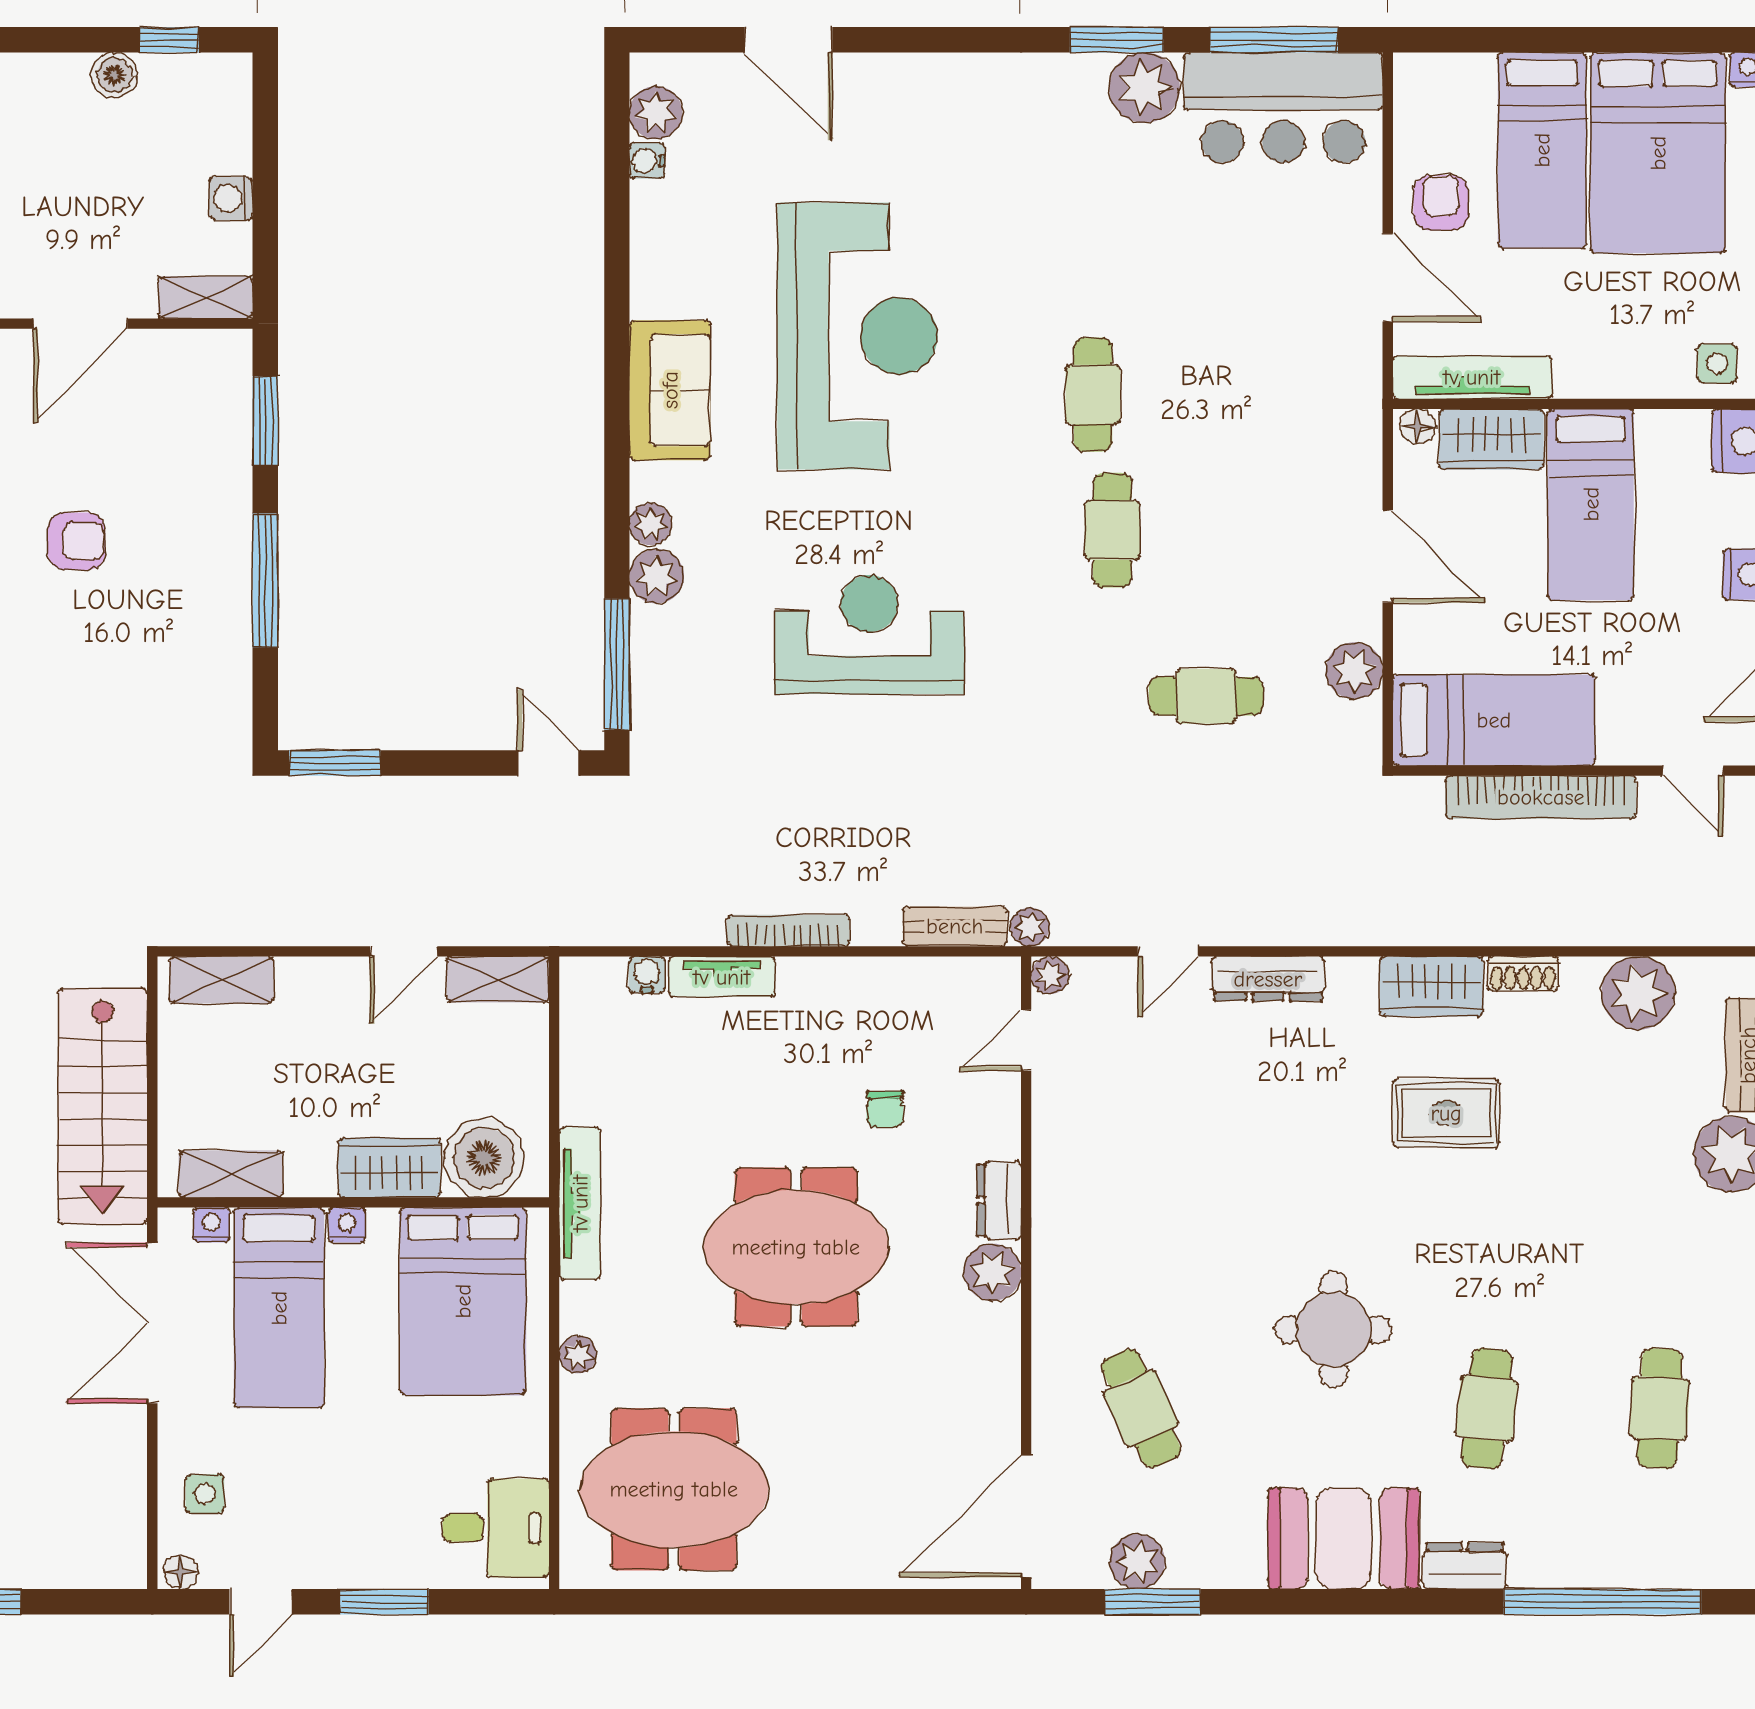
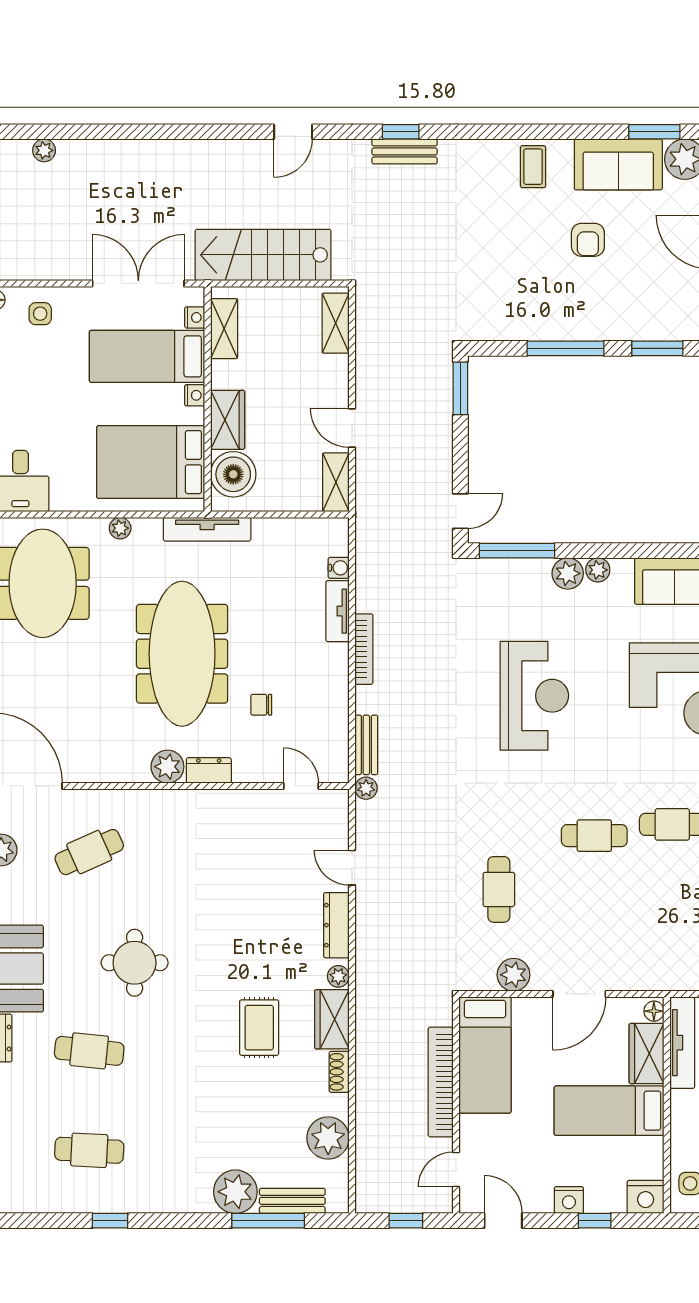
plant: (1050, 975) -> (338, 976), moved
meeting table: (796, 1247) -> (182, 654), width x1.36

